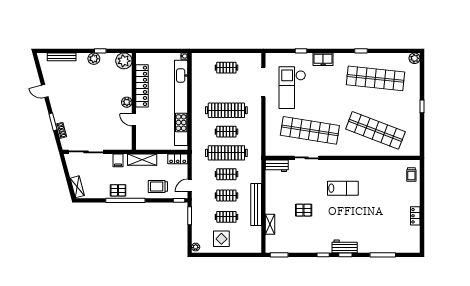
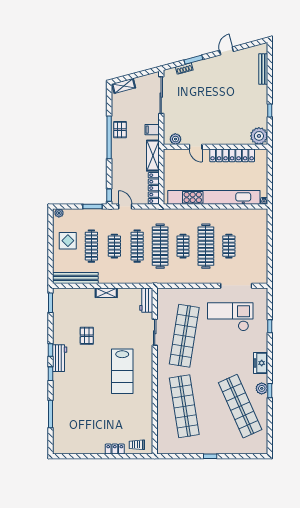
plant: (415, 58) -> (262, 388), moved
plant: (94, 59) -> (261, 104), removed
freezer: (323, 59) -> (261, 363), moved
clothes rail: (226, 68) -> (229, 246), moved
shop shelf: (375, 78) -> (240, 406), turned -30
plant: (127, 102) -> (175, 139), moved
door: (134, 120) -> (196, 147), swing flipped
shop shelf: (375, 130) -> (184, 406), turned -30
locker: (178, 159) -> (154, 188), width x1.53
clothes rail: (226, 174) -> (137, 246), width x1.36
trolley: (158, 187) -> (124, 172), removed
lab bench: (343, 188) -> (122, 371), width x1.36, depth x1.39
bench: (256, 204) -> (75, 278), moved
pallet: (304, 210) -> (87, 336), moved
locker: (415, 216) -> (115, 449), moved
clothes rail: (226, 217) -> (91, 246), width x1.36
shelving: (270, 224) -> (106, 293), moved
workbench: (345, 246) -> (60, 358), moved

